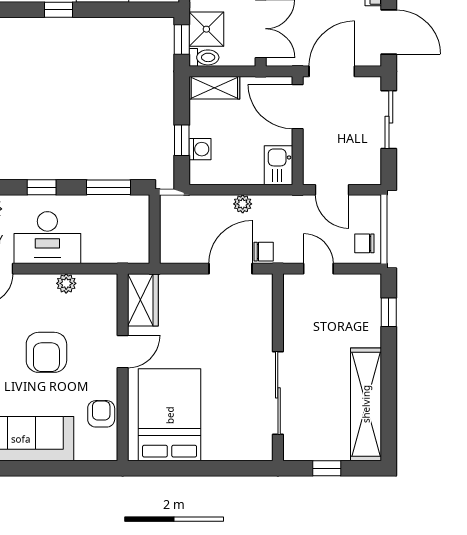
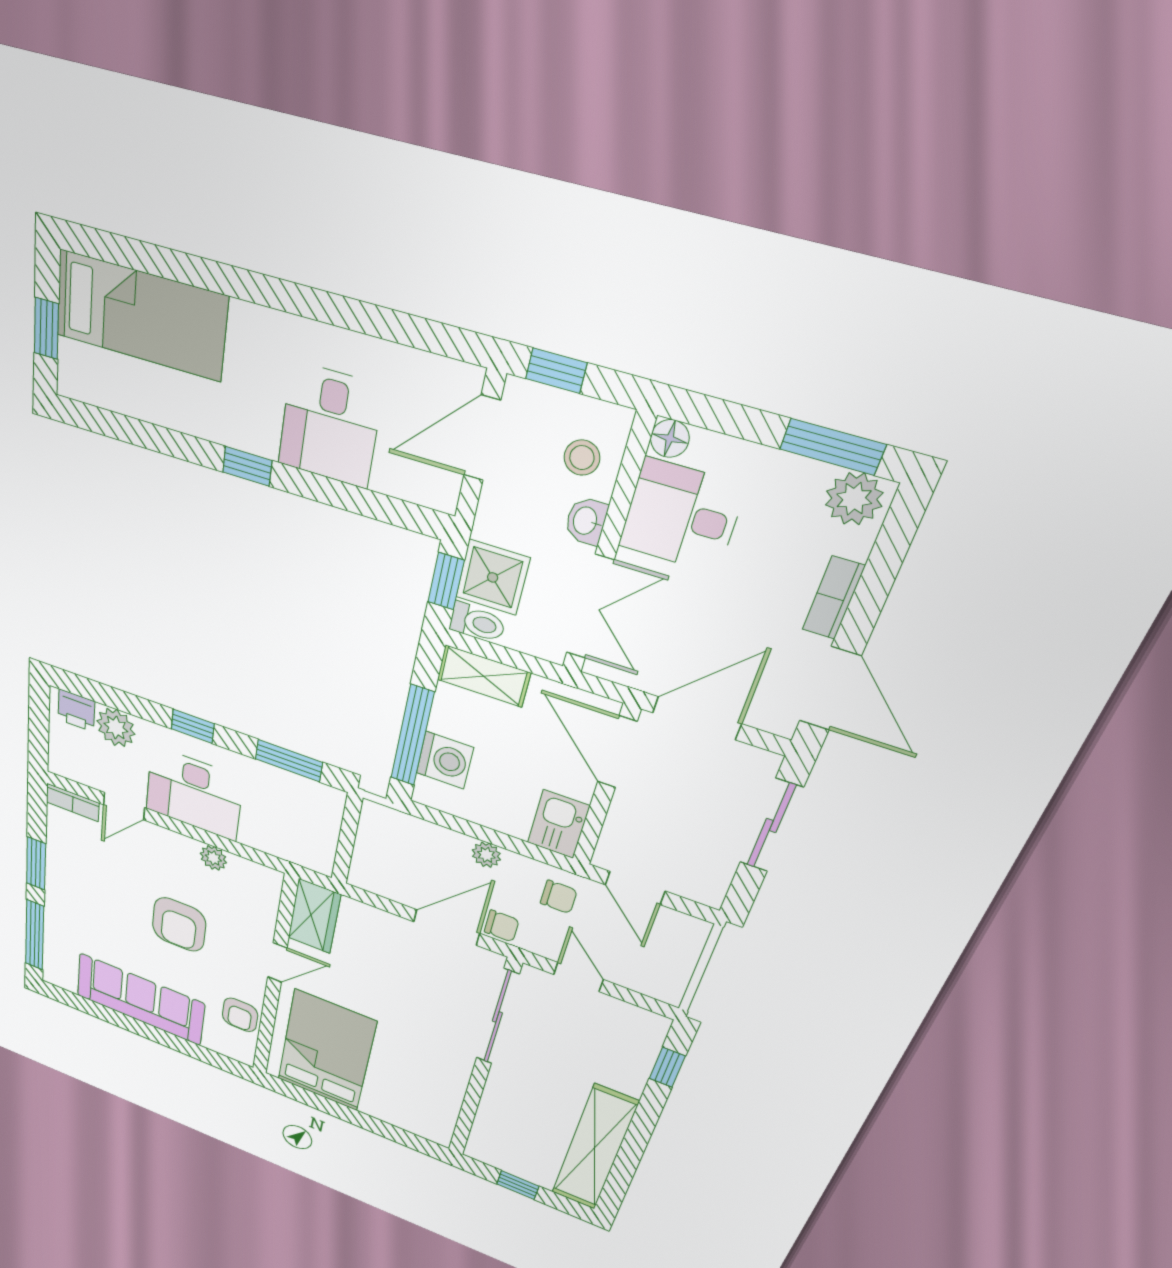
window: (182, 140) -> (412, 735), width x2.17
washing machine: (200, 149) -> (445, 760), width x1.38, depth x1.38
chair: (364, 243) -> (559, 897), moved, turned 180
sliding door: (278, 393) -> (497, 1017), moved
armchair: (101, 414) -> (240, 1015), turned 180

